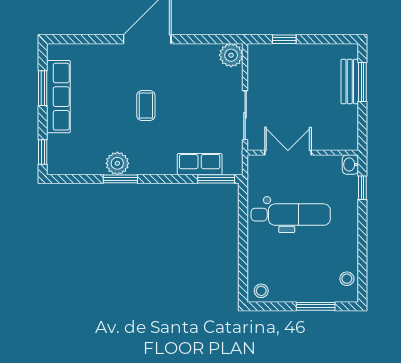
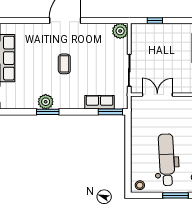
dental chair: (291, 215) -> (167, 160), moved, turned -93

